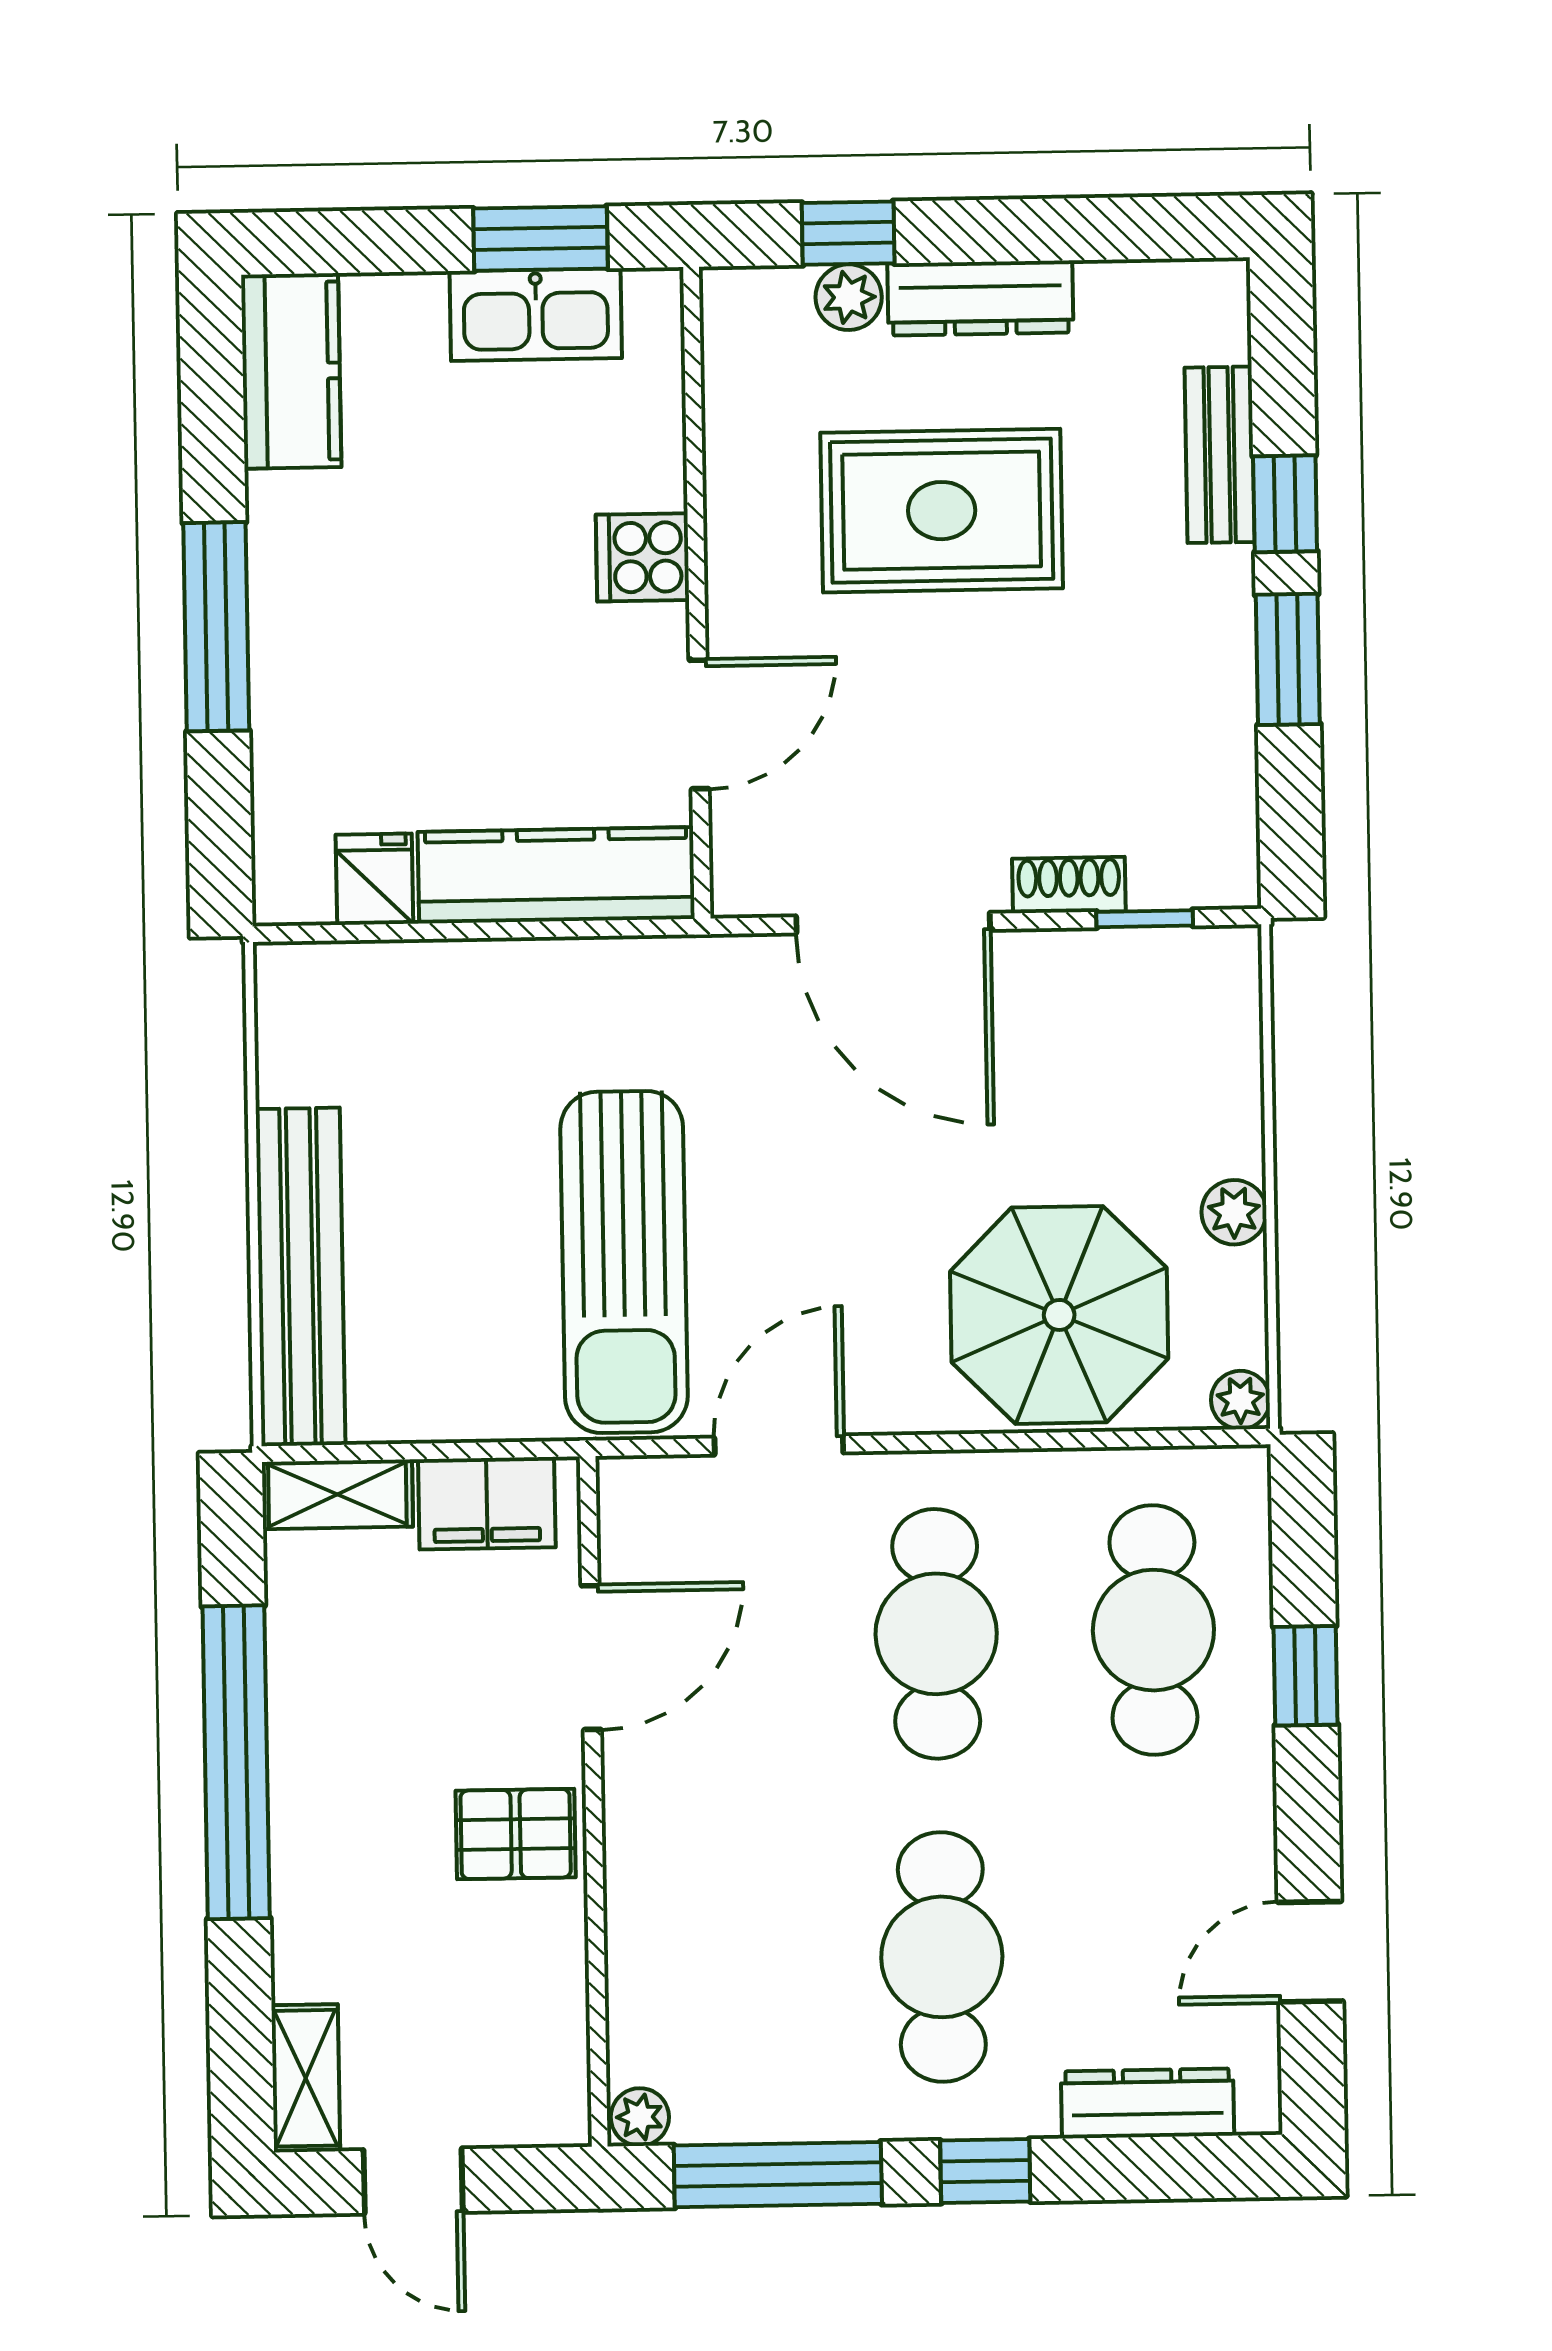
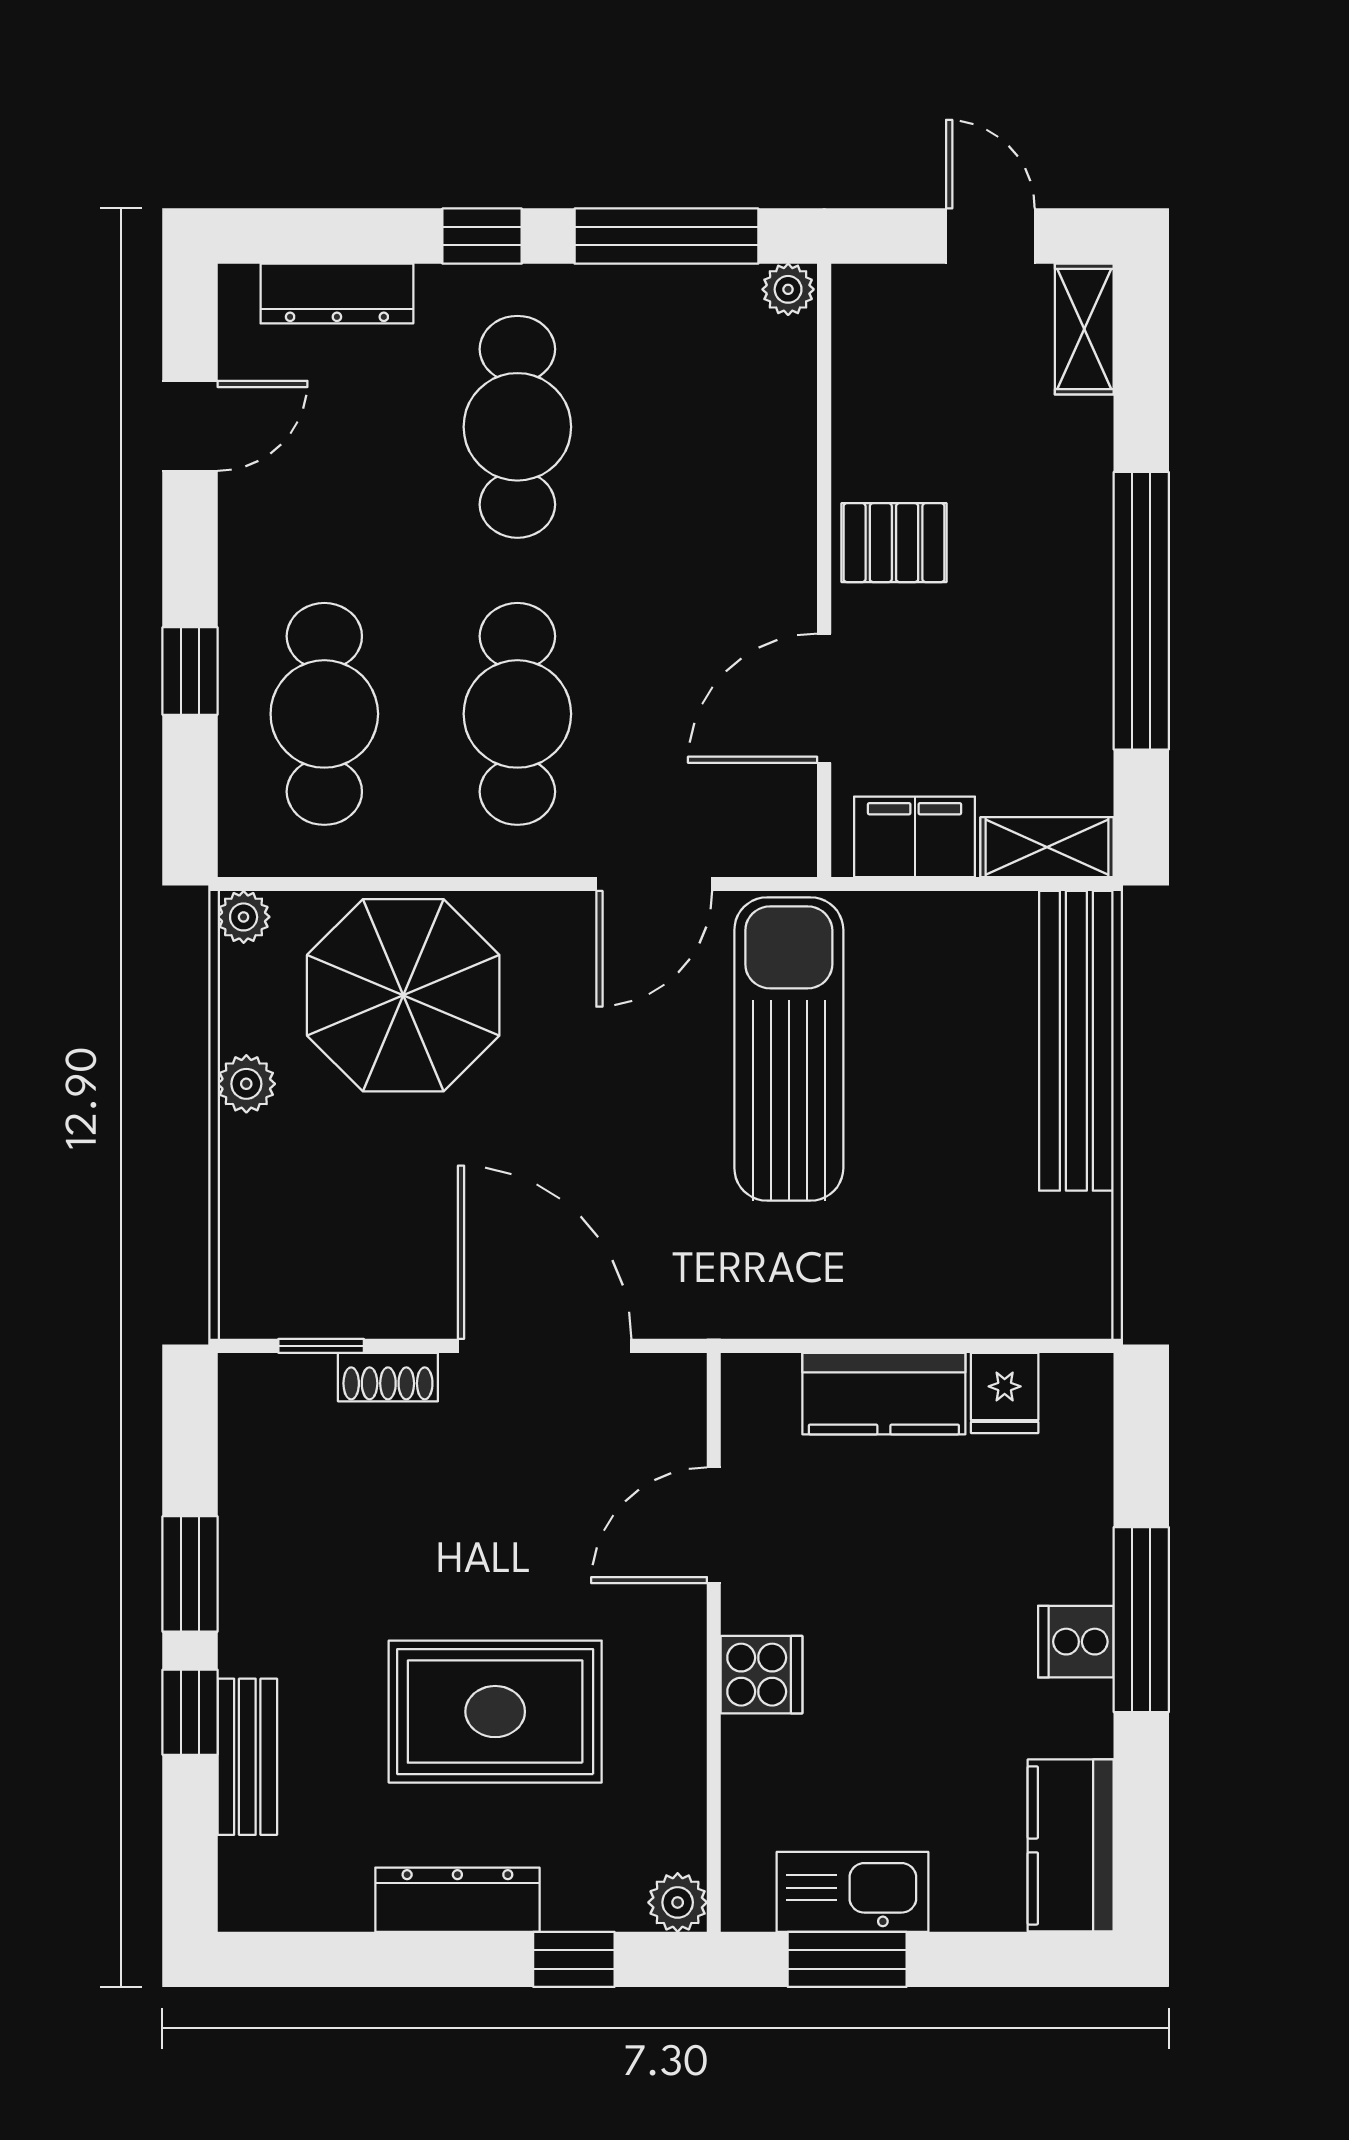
plant: (849, 297) -> (678, 1902), moved
cooker: (289, 601) -> (1076, 1642), added
kitchen counter: (556, 875) -> (884, 1394), width x0.67

